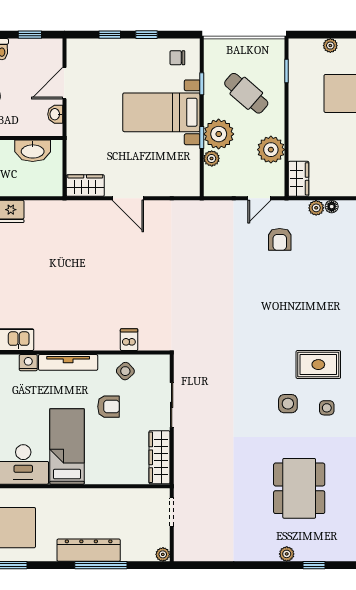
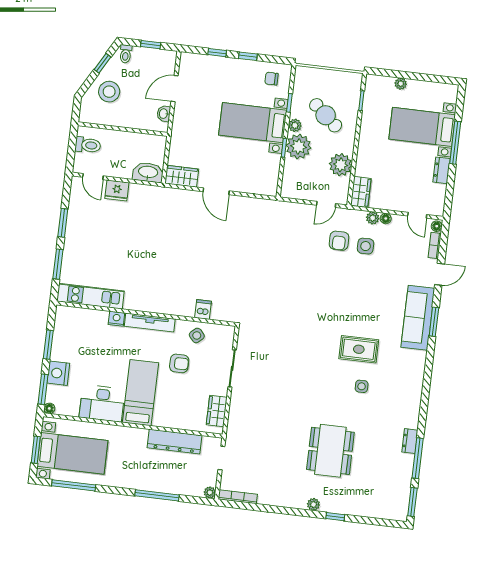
washbasin: (33, 151) -> (148, 172), moved, turned 180
plant: (212, 158) -> (295, 125), moved
side table: (288, 404) -> (366, 246), moved
wardrobe: (159, 457) -> (217, 411), width x0.67
dresser: (89, 550) -> (175, 442), moved, turned 180
bookcase: (196, 556) -> (238, 497), added

